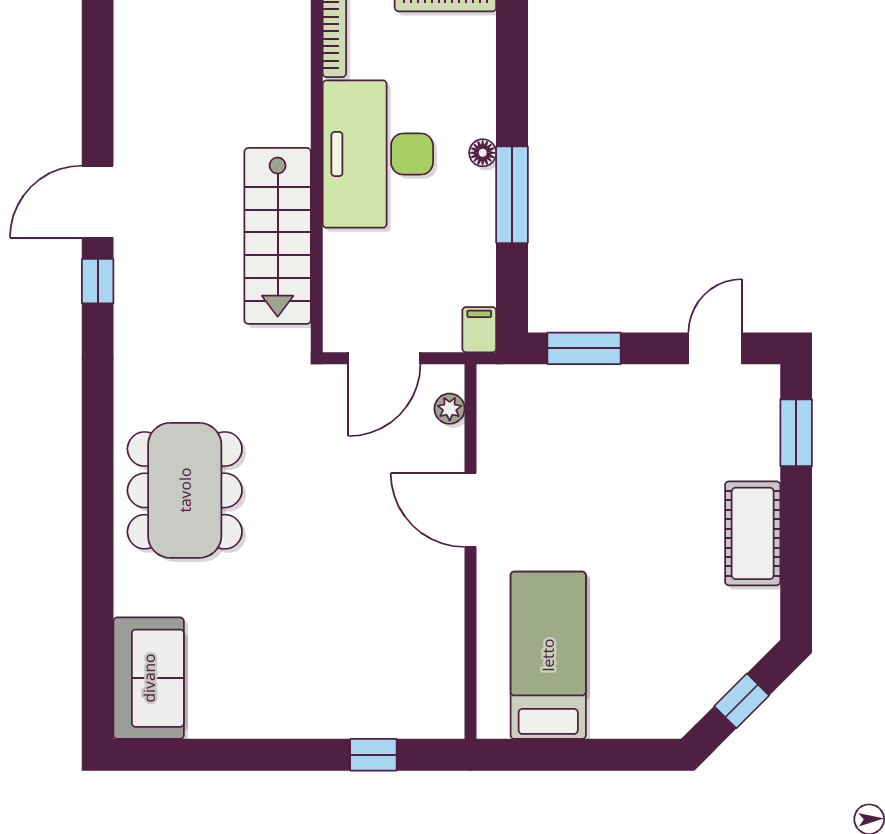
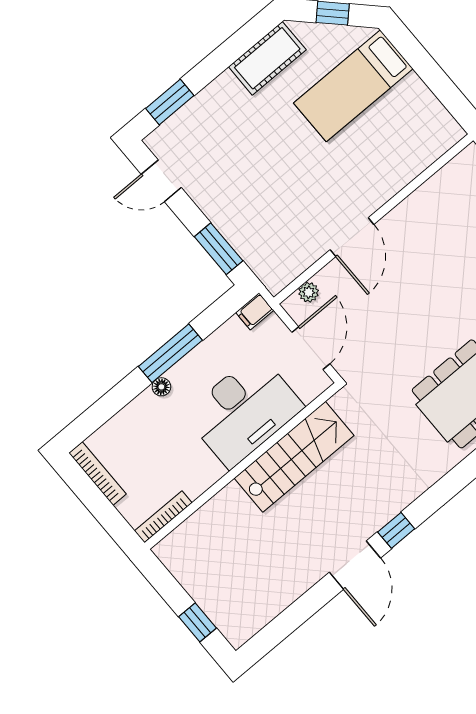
desk: (378, 154) -> (244, 411), moved
door: (98, 202) -> (355, 565), hinge flipped
door: (384, 358) -> (311, 348), hinge flipped
cot: (753, 533) -> (267, 58), moved
bed: (548, 655) -> (353, 86), moved

